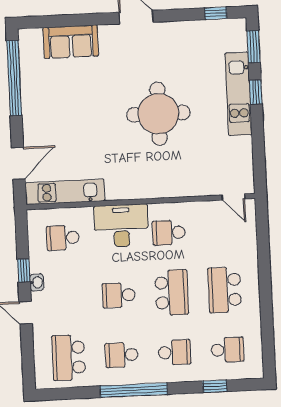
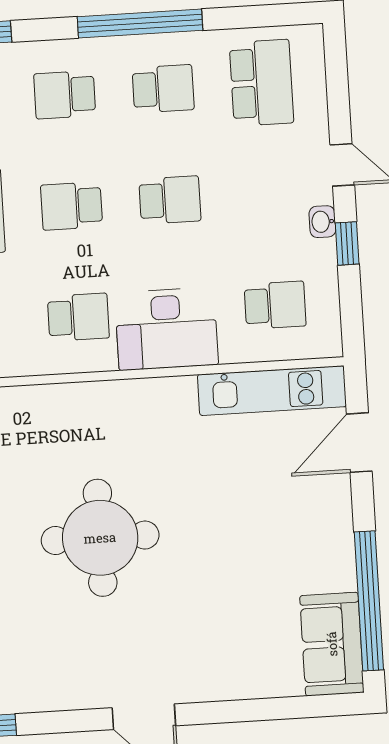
sofa: (71, 42) -> (332, 644), moved, turned -90
school desk: (172, 292) -> (72, 206), width x0.54

